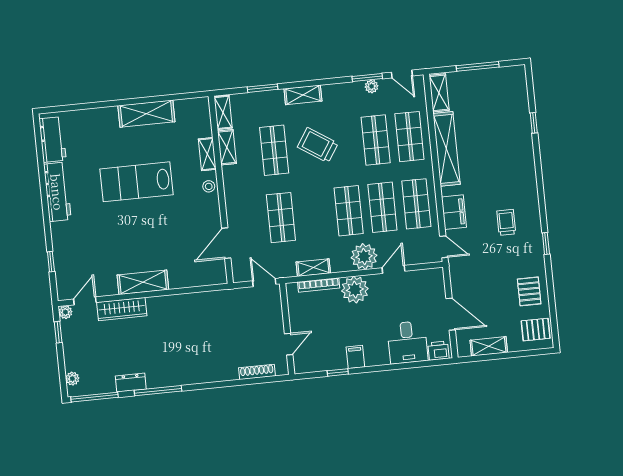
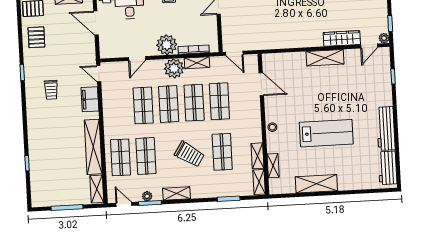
shelving: (303, 95) -> (177, 194), moved
shelving: (207, 154) -> (273, 166), moved
shop shelf: (416, 204) -> (194, 103), moved
door: (226, 243) -> (261, 84), hinge flipped
plant: (364, 257) -> (174, 68), moved

